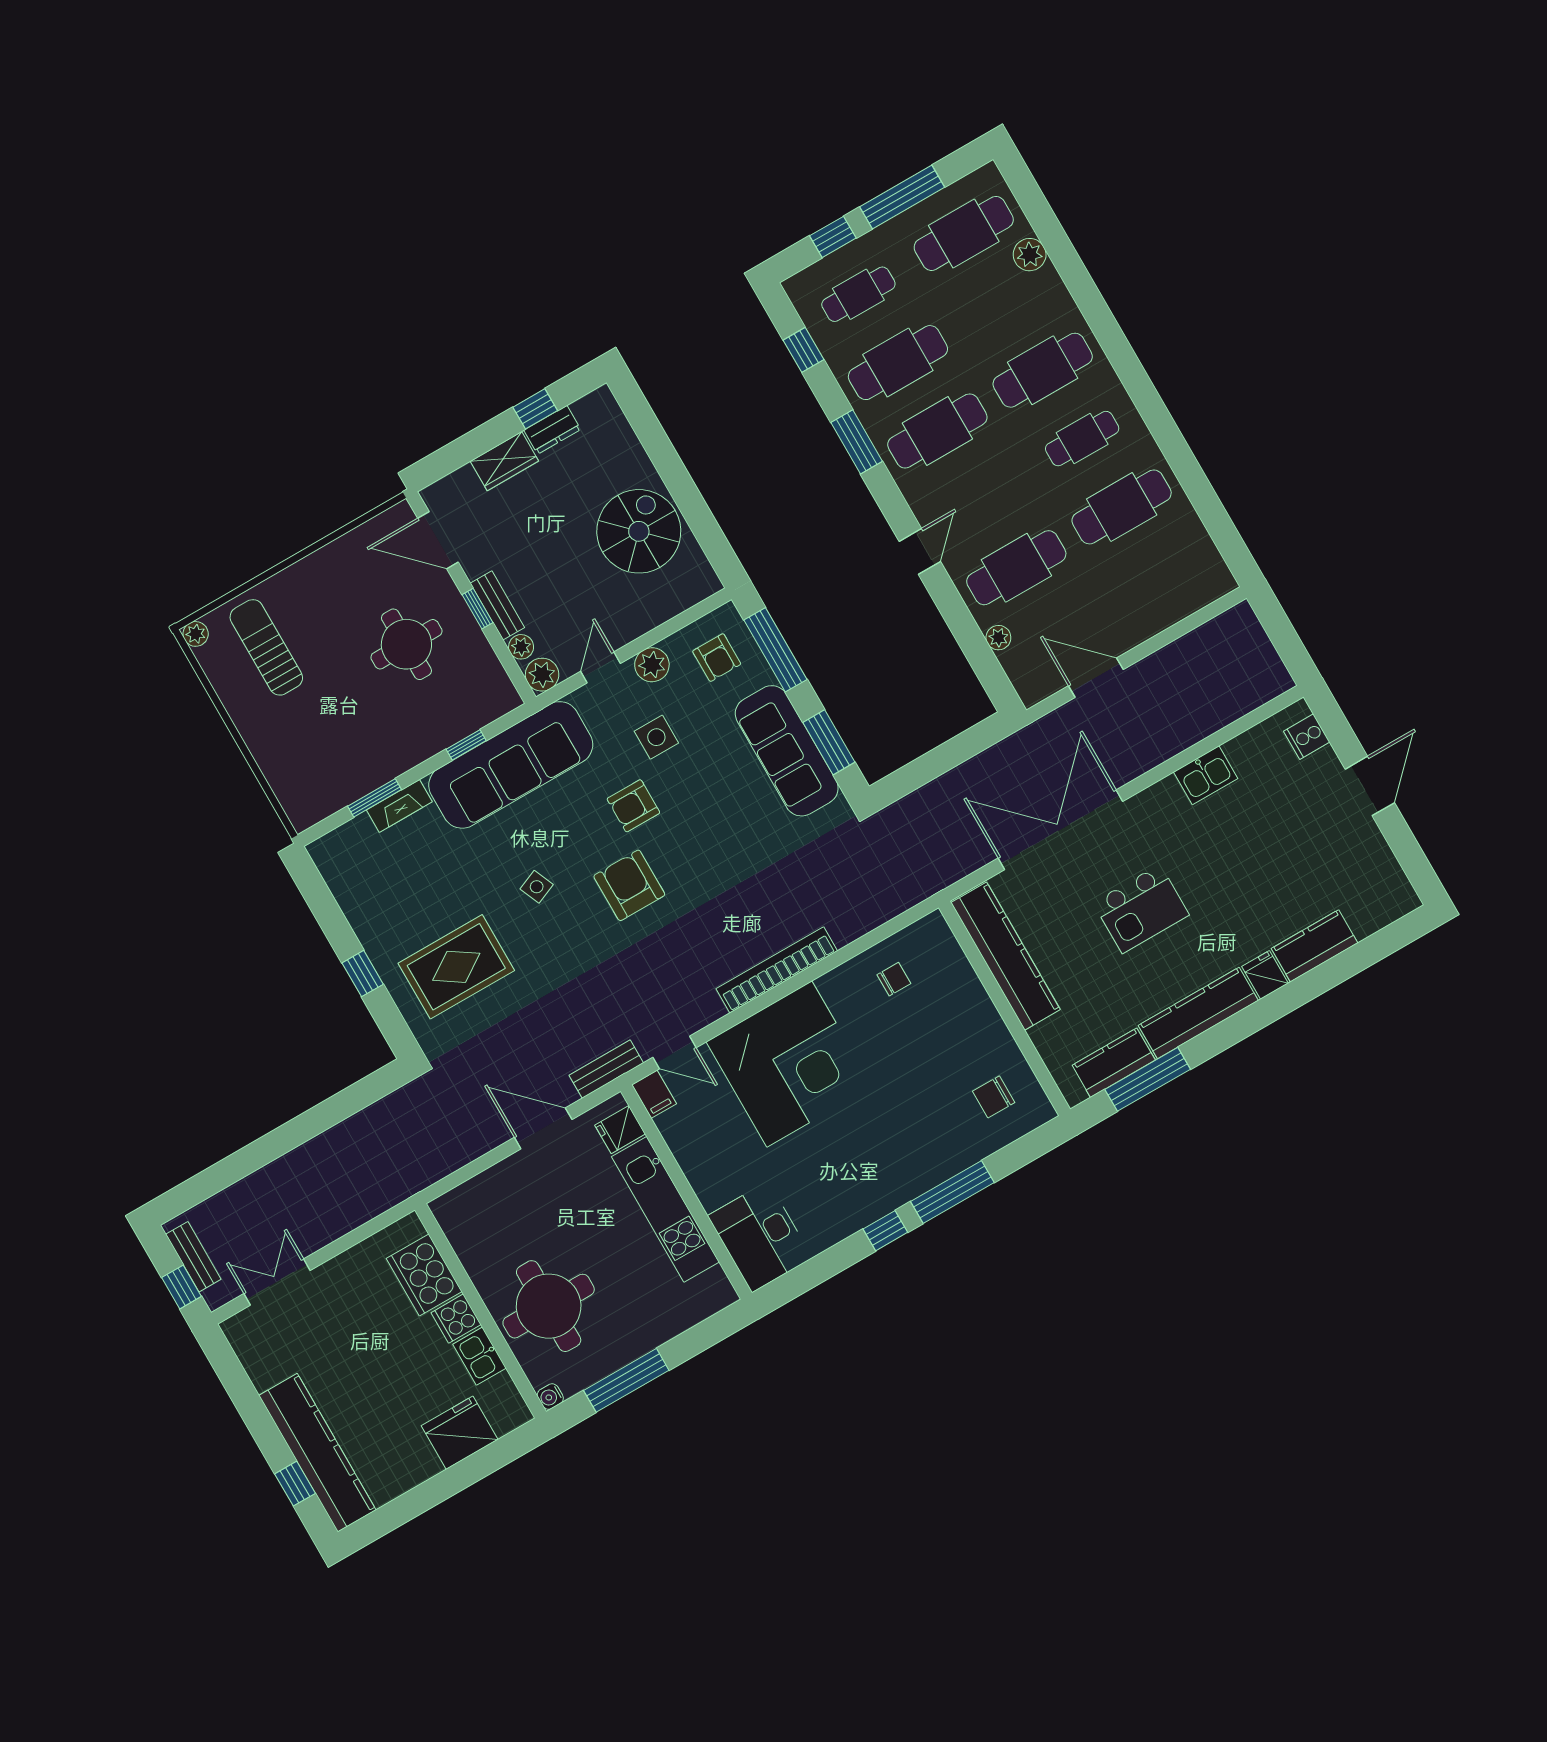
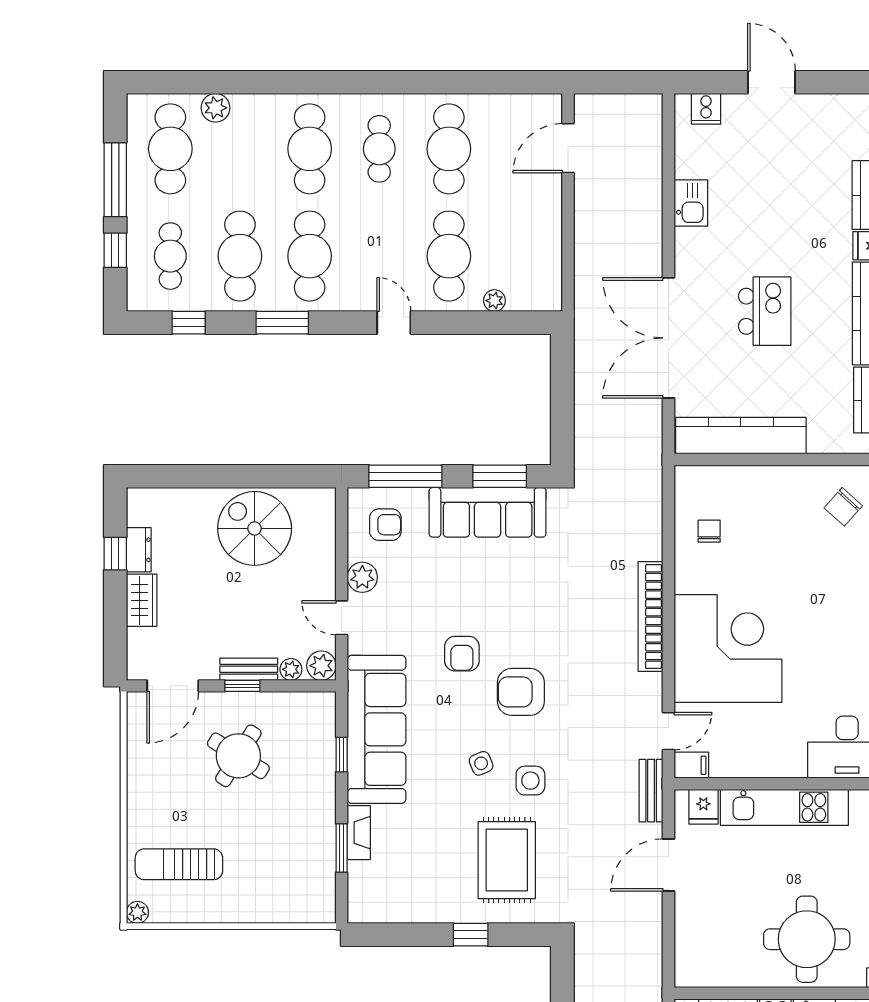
round table: (406, 644) -> (238, 756), turned 32
door: (1096, 678) -> (568, 148), moved
side table: (656, 737) -> (530, 781), moved
chair: (994, 1097) -> (843, 507), turned 42

